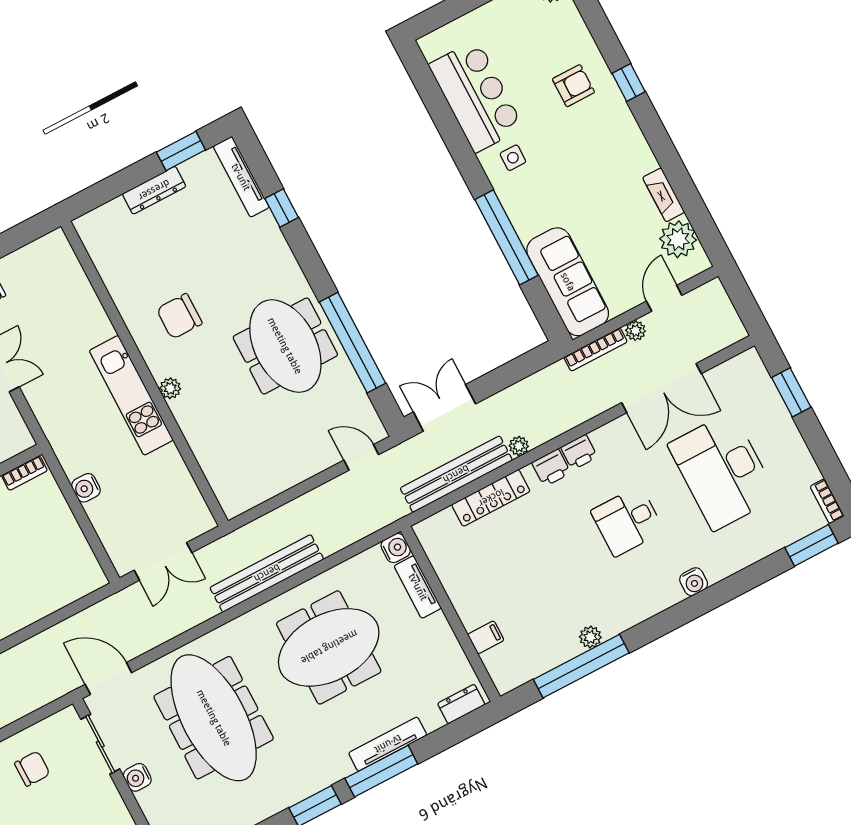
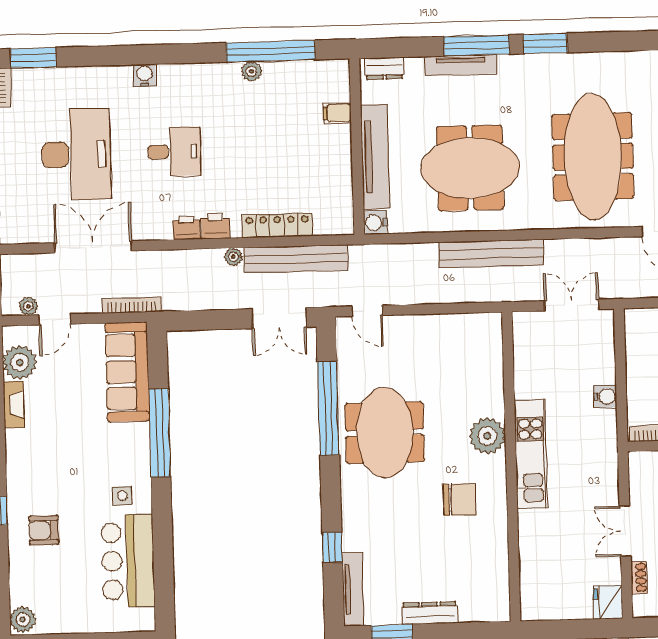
plant: (636, 331) -> (28, 306), moved
plant: (170, 388) -> (487, 436), width x1.88, depth x1.88
tv unit: (418, 587) -> (375, 157), width x1.92, depth x1.29

